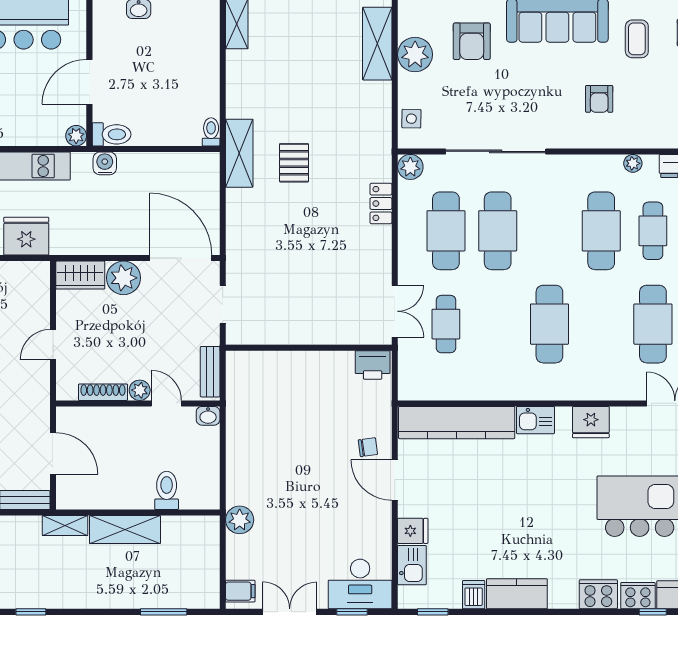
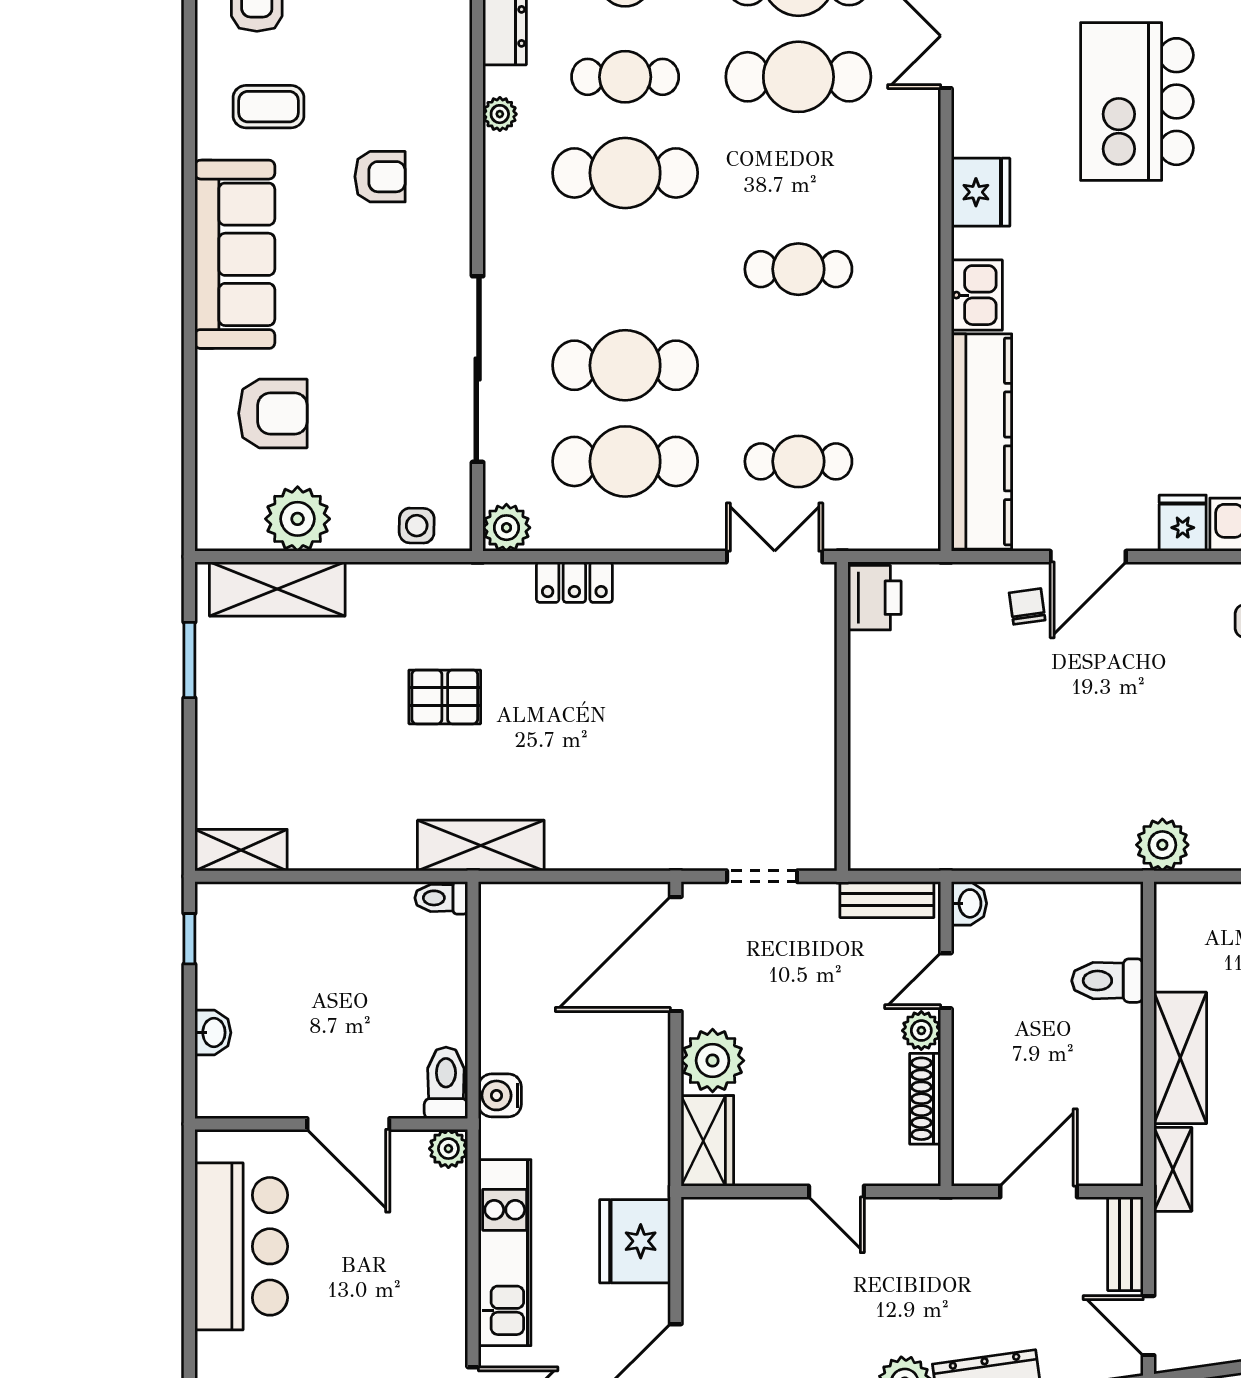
pallet: (294, 163) -> (445, 697), moved
cafe table: (549, 324) -> (798, 269), width x0.73, depth x0.74

